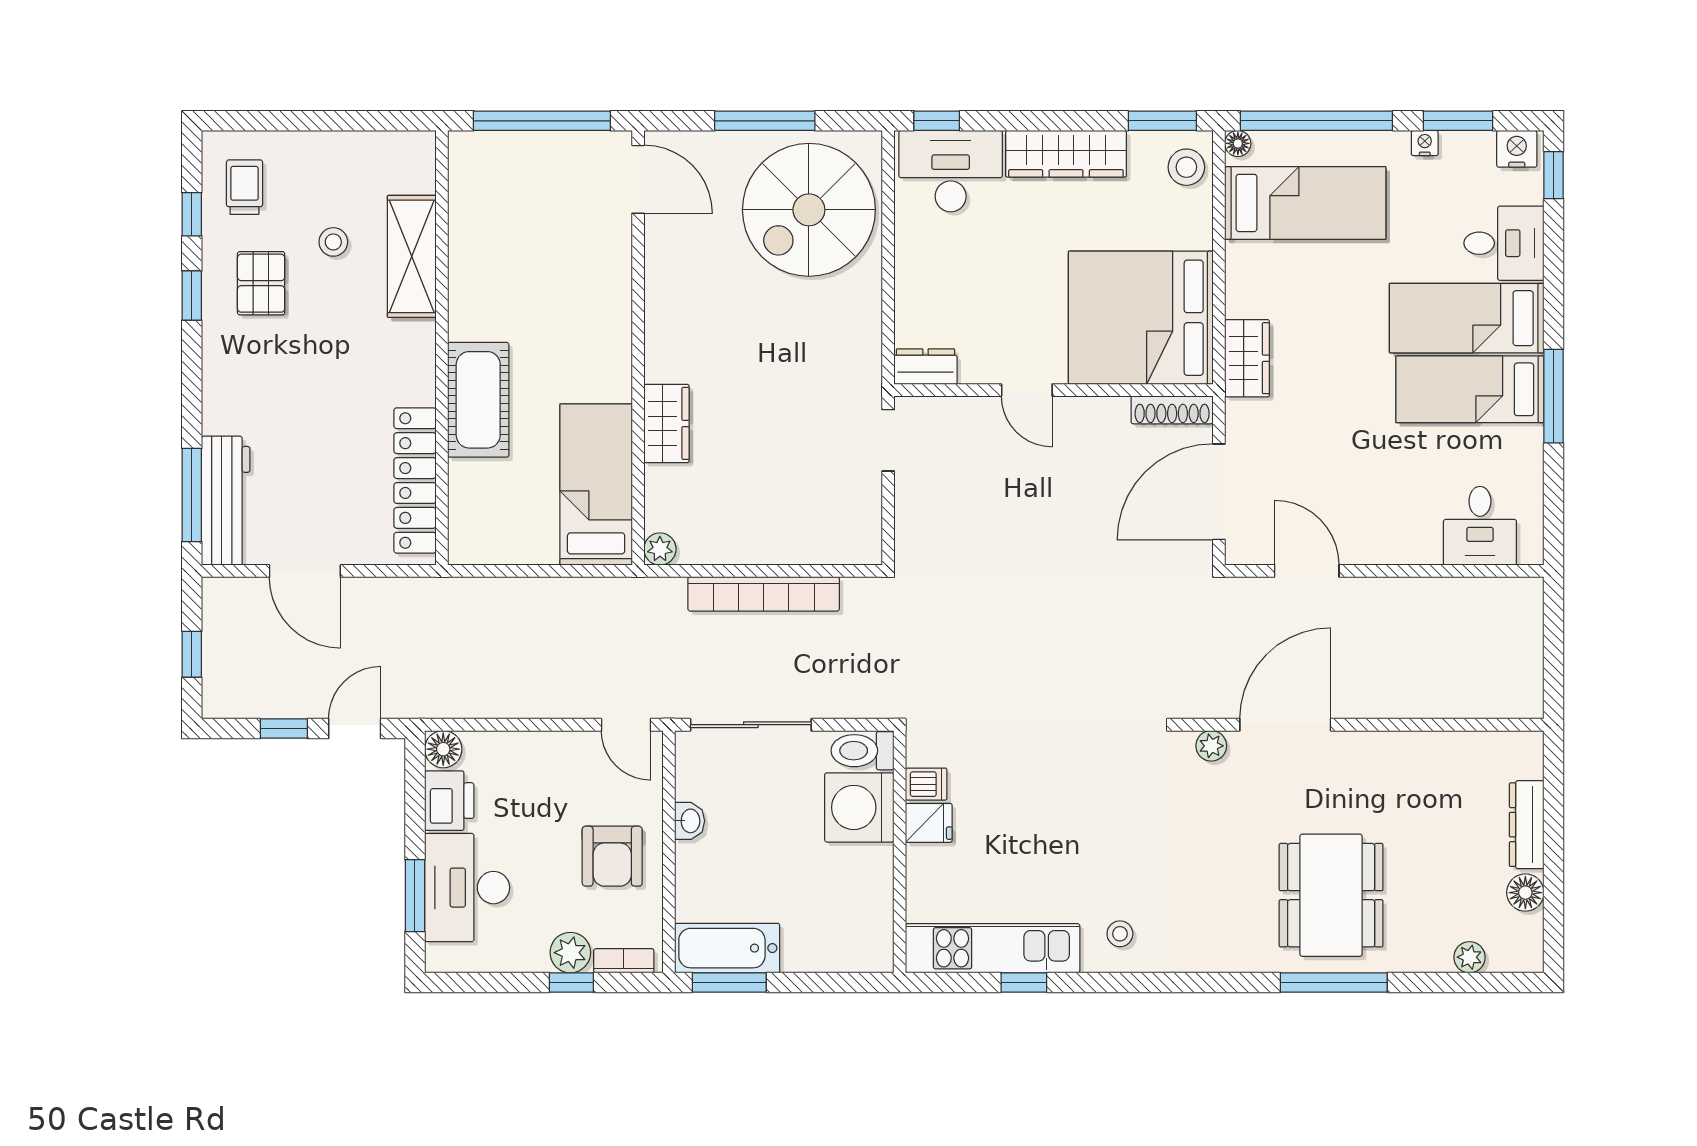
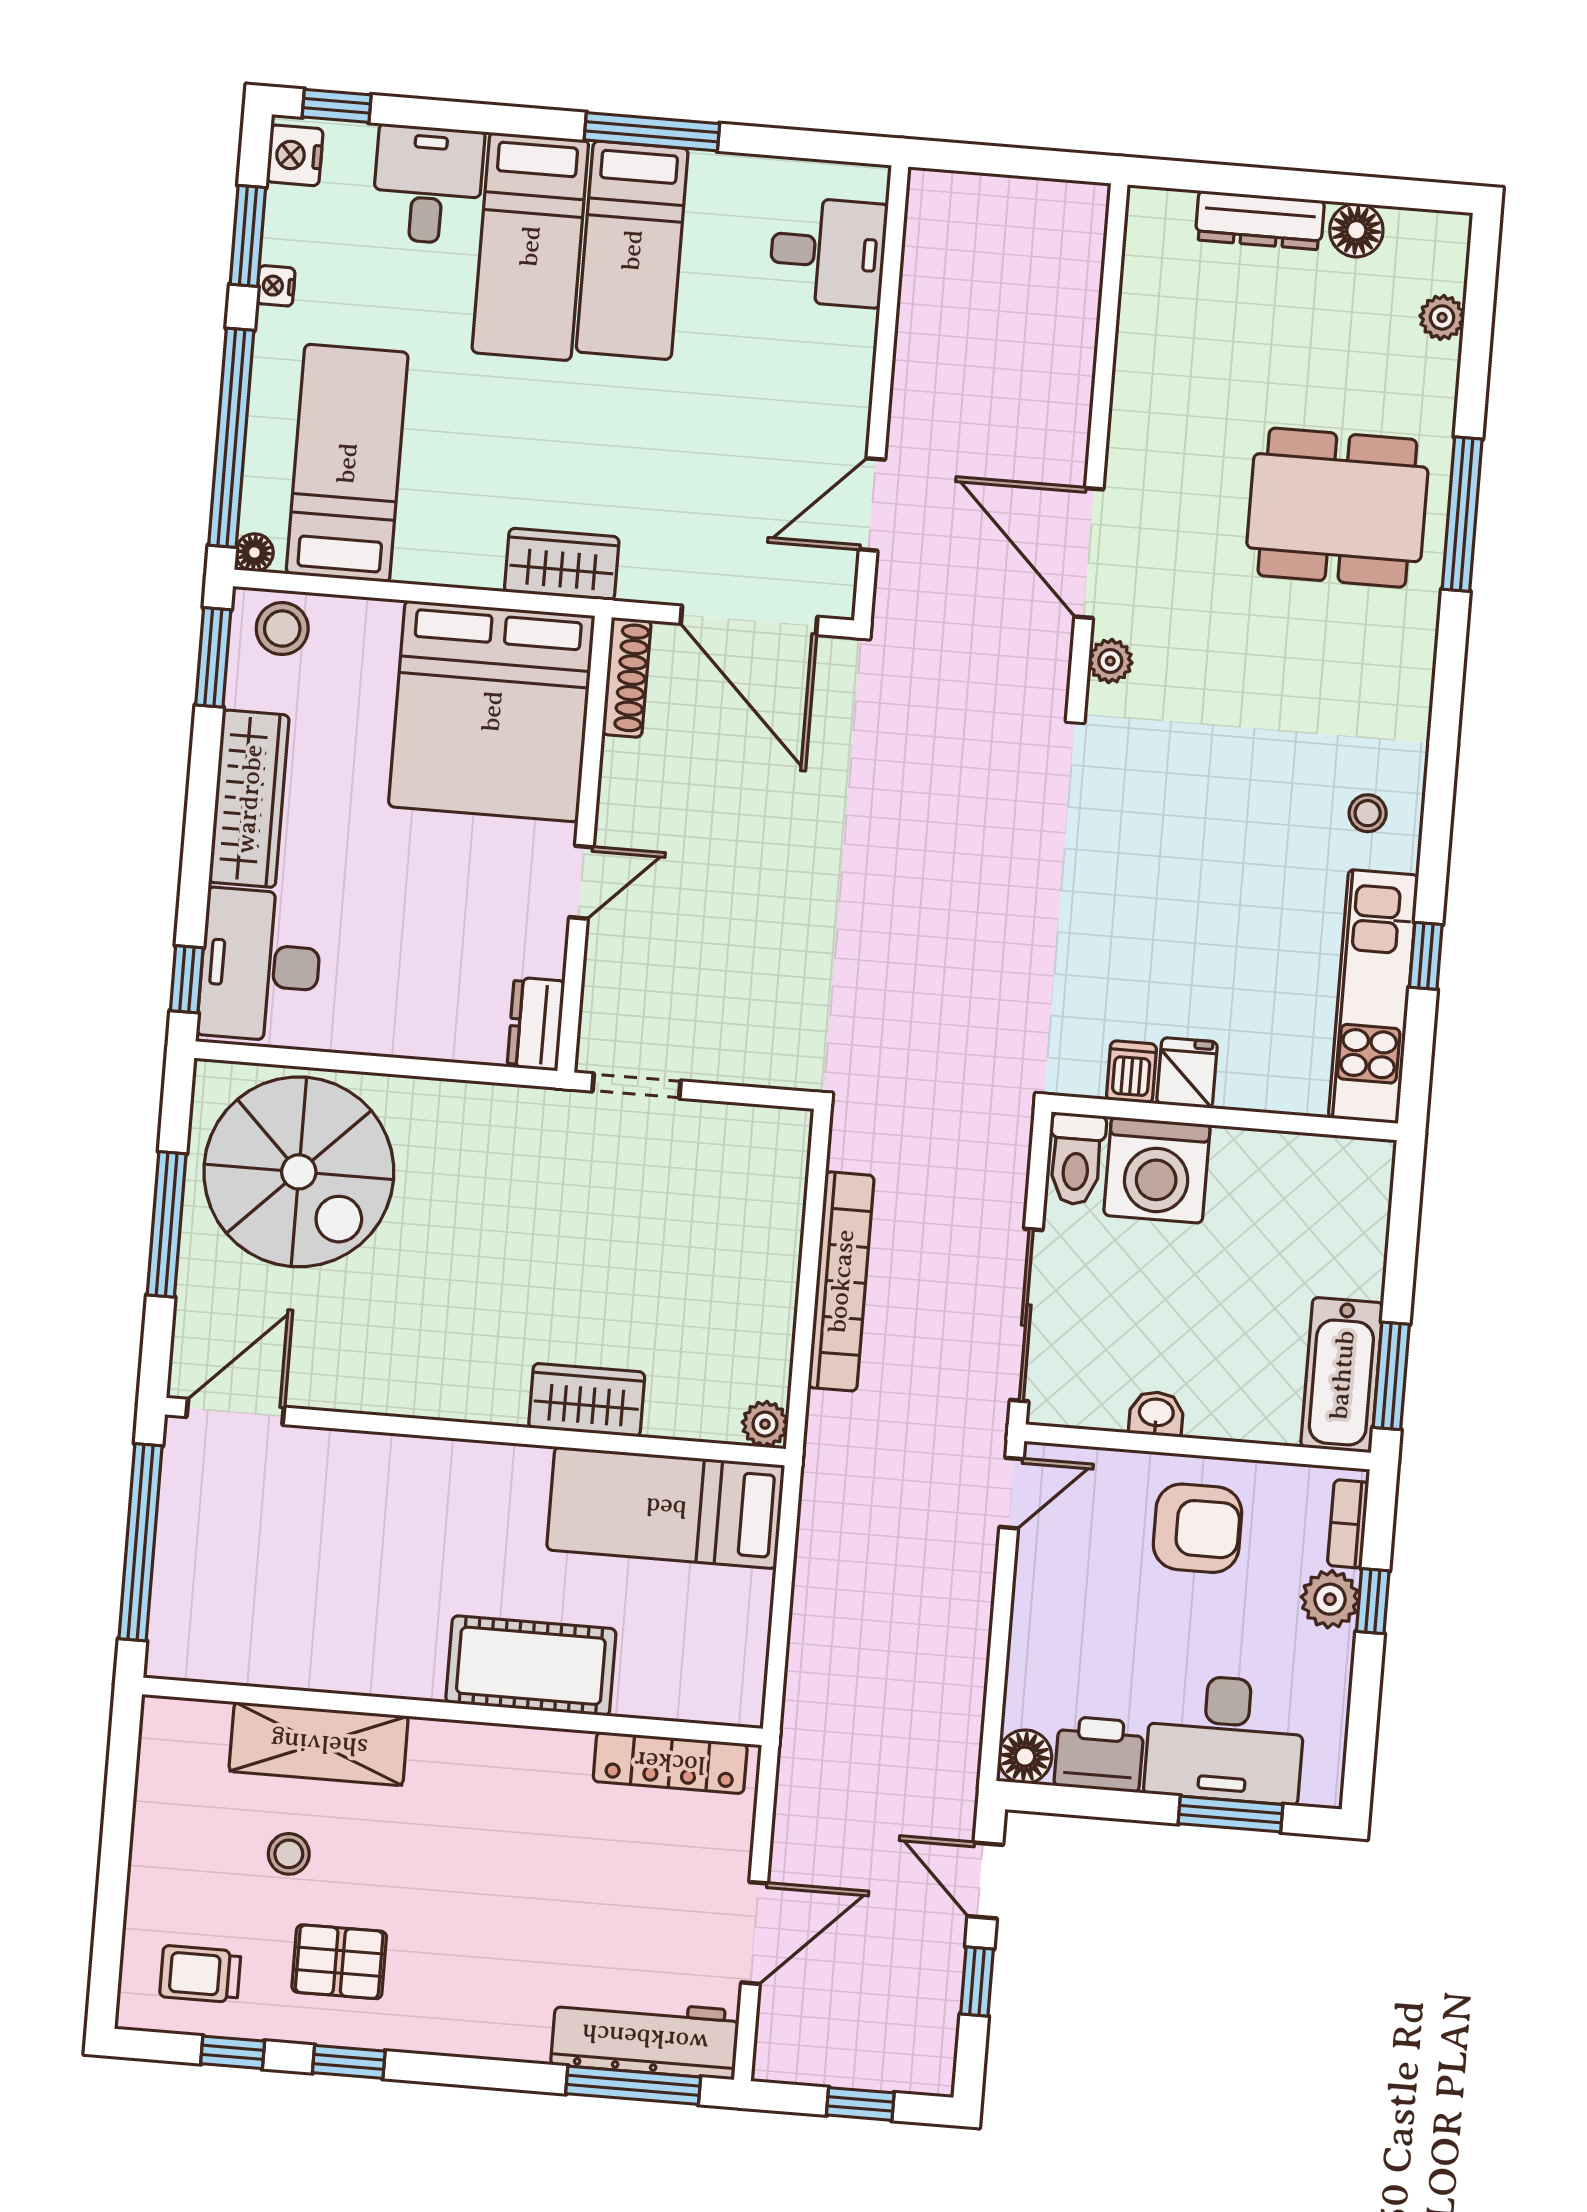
locker: (415, 481) -> (670, 1763), width x0.71, depth x0.83

